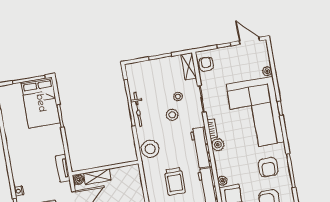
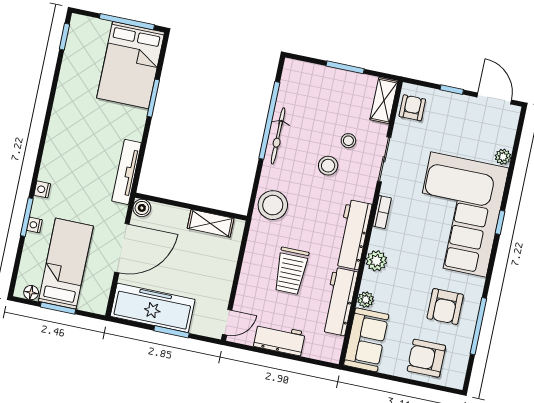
plant: (218, 145) -> (376, 261), moved
tv unit: (63, 168) -> (127, 172), width x1.41
shelving: (97, 177) -> (211, 223), moved

